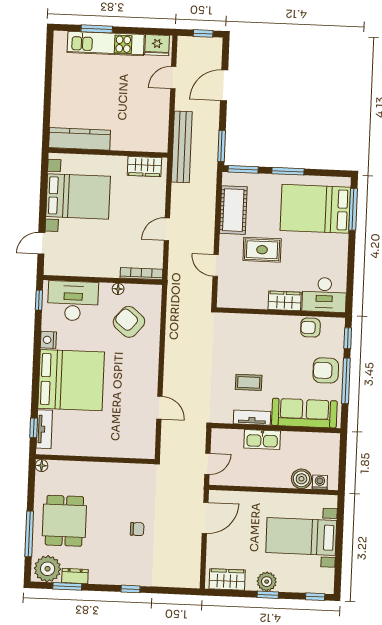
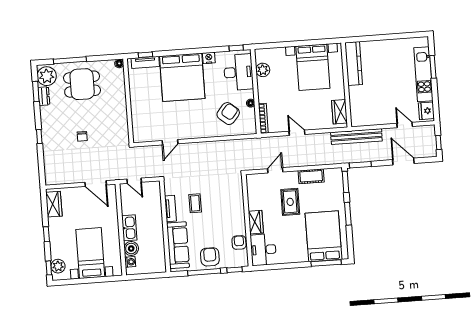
cot: (233, 210) -> (311, 176), width x0.73, depth x0.75
door: (41, 243) -> (277, 45), removed
plant: (74, 267) -> (263, 70), added
kitchen sink: (262, 440) -> (129, 228), moved, turned 180
plant: (267, 582) -> (58, 266), moved

